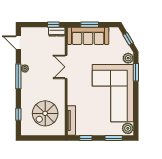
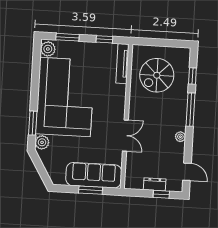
window: (53, 25) -> (161, 194), moved
dresser: (57, 32) -> (155, 184), moved
window: (128, 39) -> (40, 168), removed
window: (18, 76) -> (190, 110), moved
spiral stairs: (45, 113) -> (157, 75), turned 180

